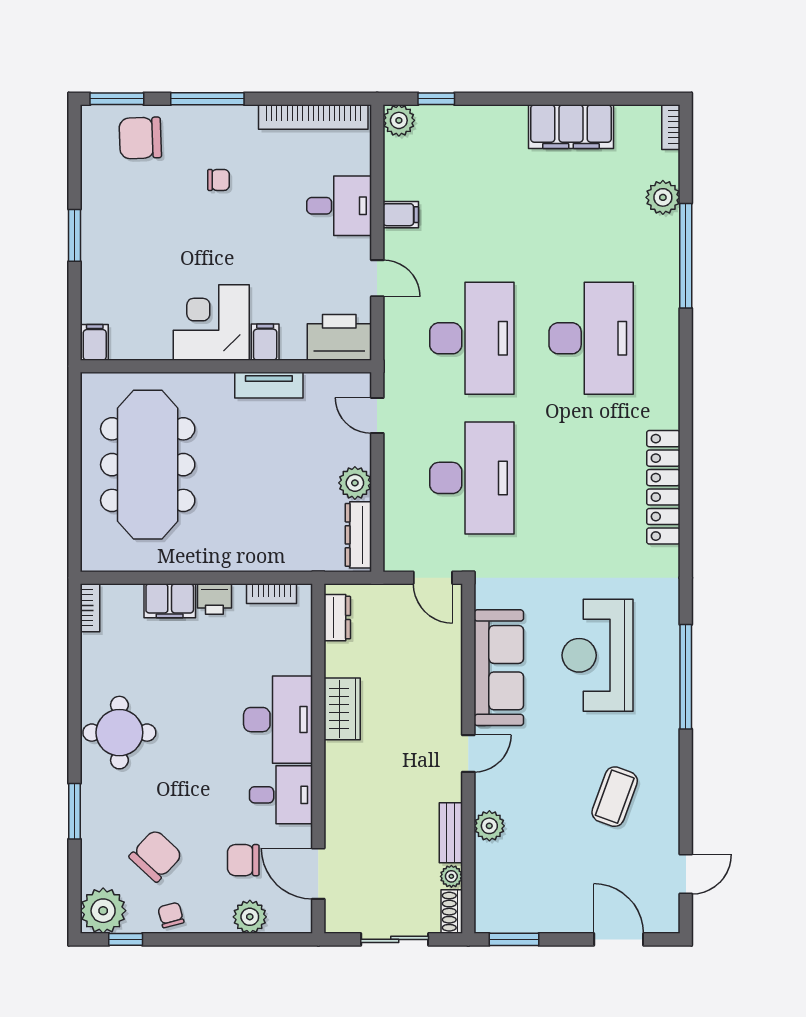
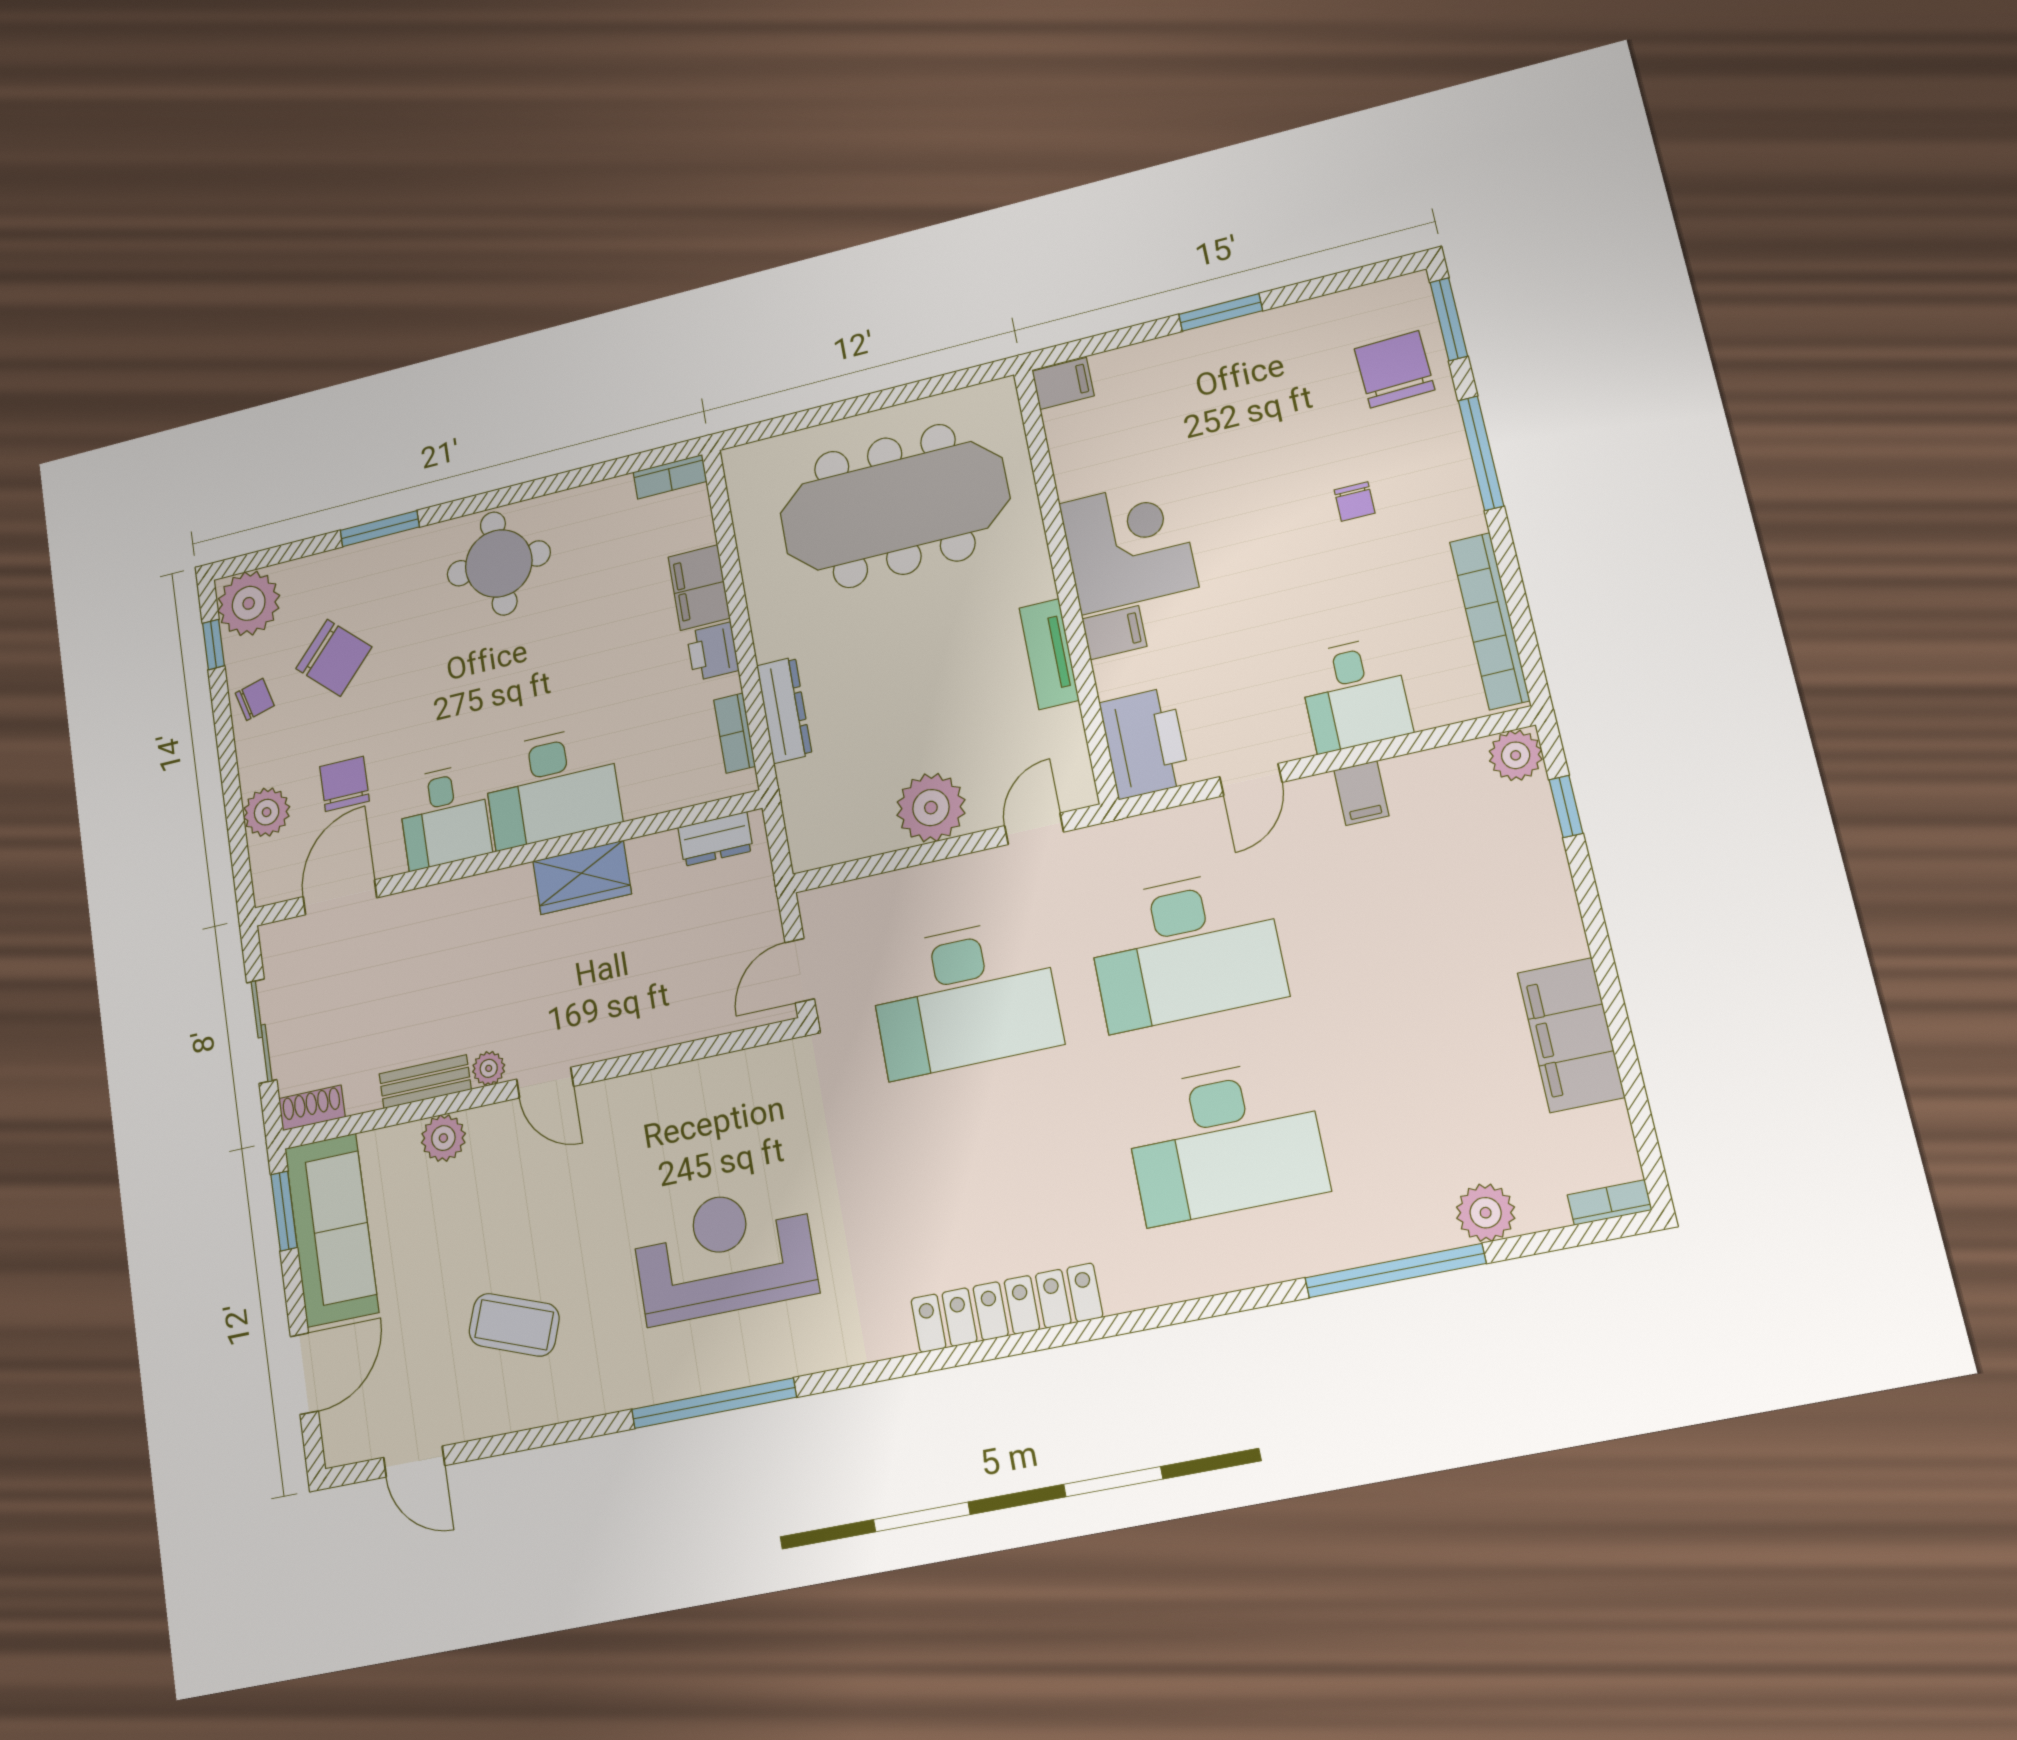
plant: (355, 483) -> (931, 808), width x1.36, depth x1.36
dresser: (358, 535) -> (784, 710), moved, turned 90
sofa: (499, 668) -> (332, 1230), moved, turned -90
plant: (451, 876) -> (489, 1068), moved

